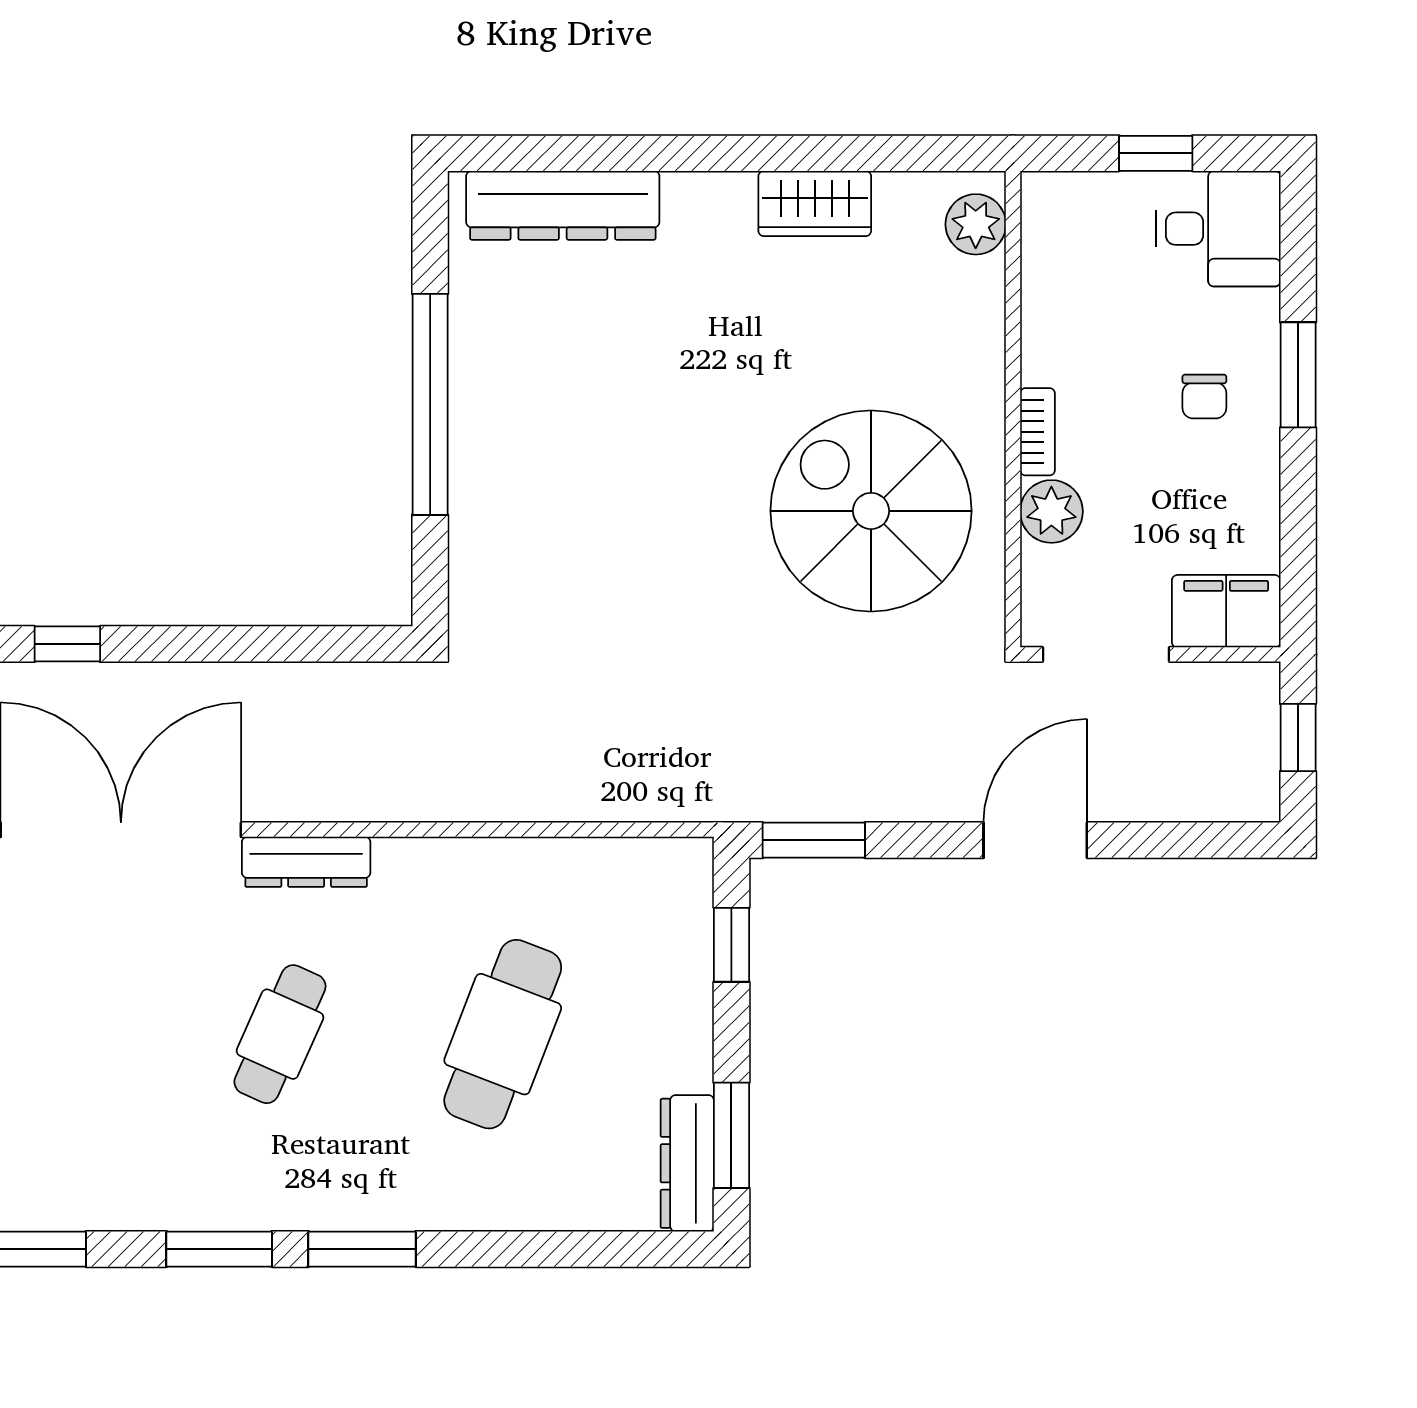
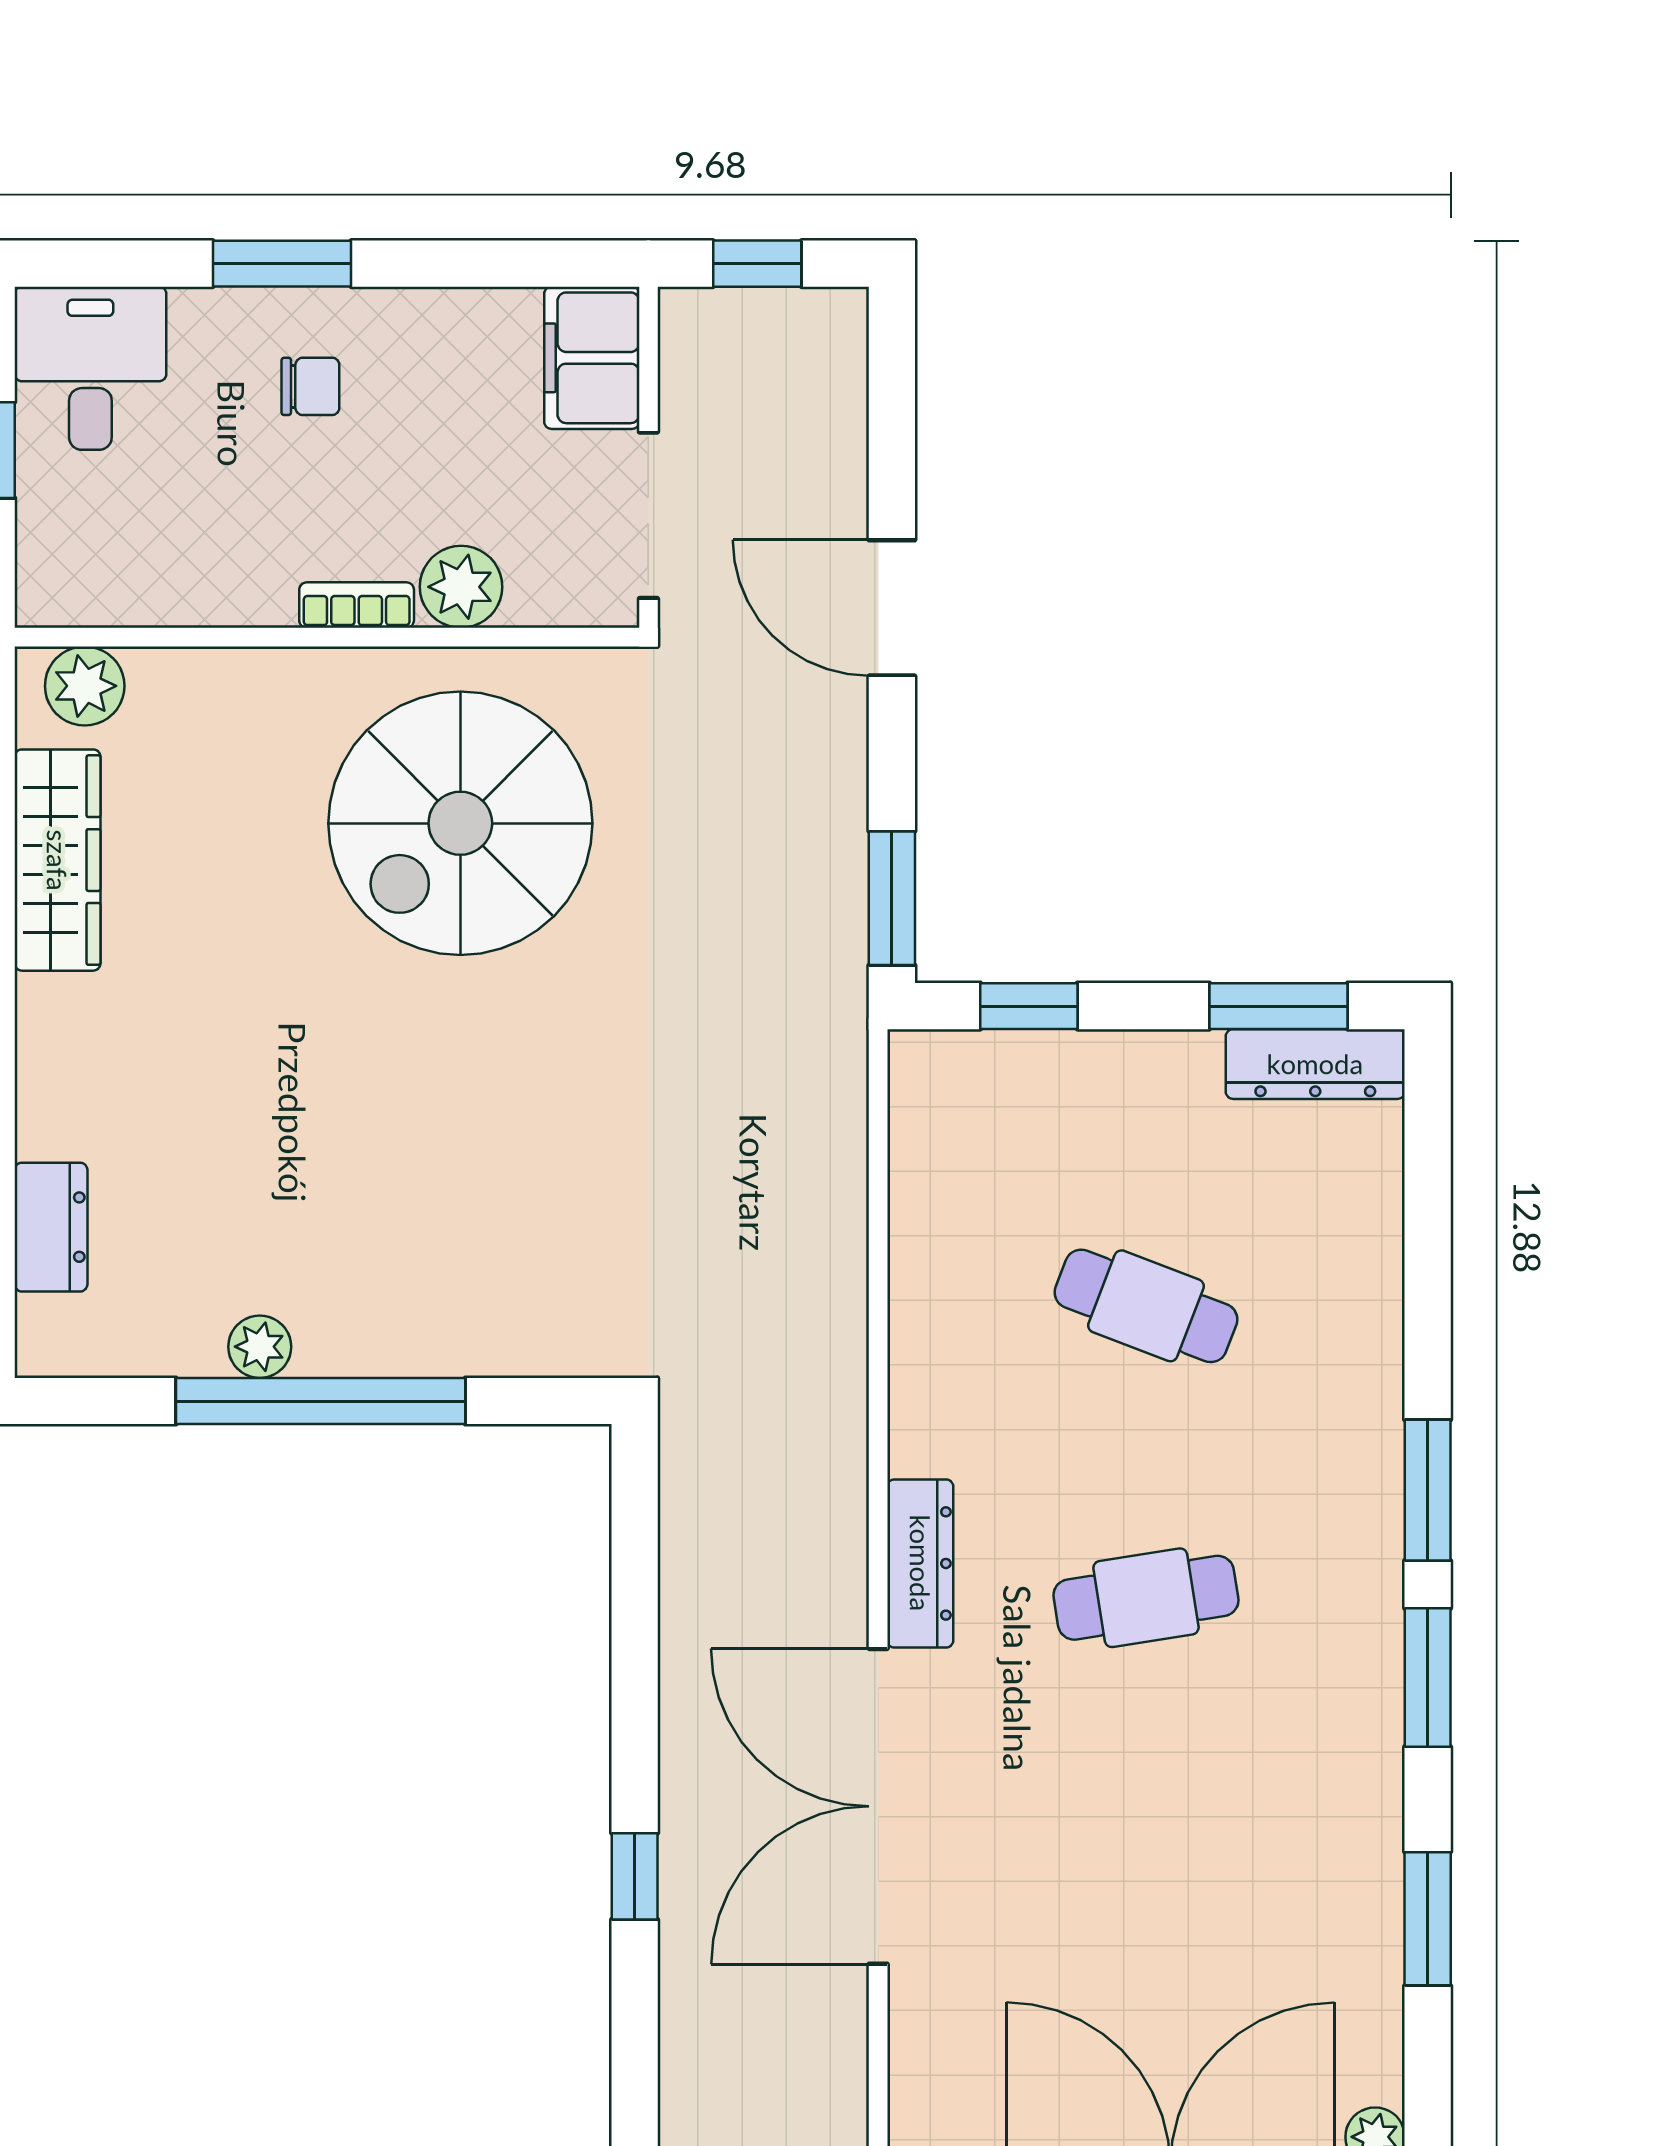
wardrobe: (815, 204) -> (57, 860), width x1.50
dresser: (563, 205) -> (51, 1227), width x0.51, depth x0.80
plant: (472, 358) -> (260, 1347), added
cafe table: (280, 1034) -> (1146, 1598), turned -33
cafe table: (503, 1034) -> (1146, 1306), width x0.73, depth x0.74

